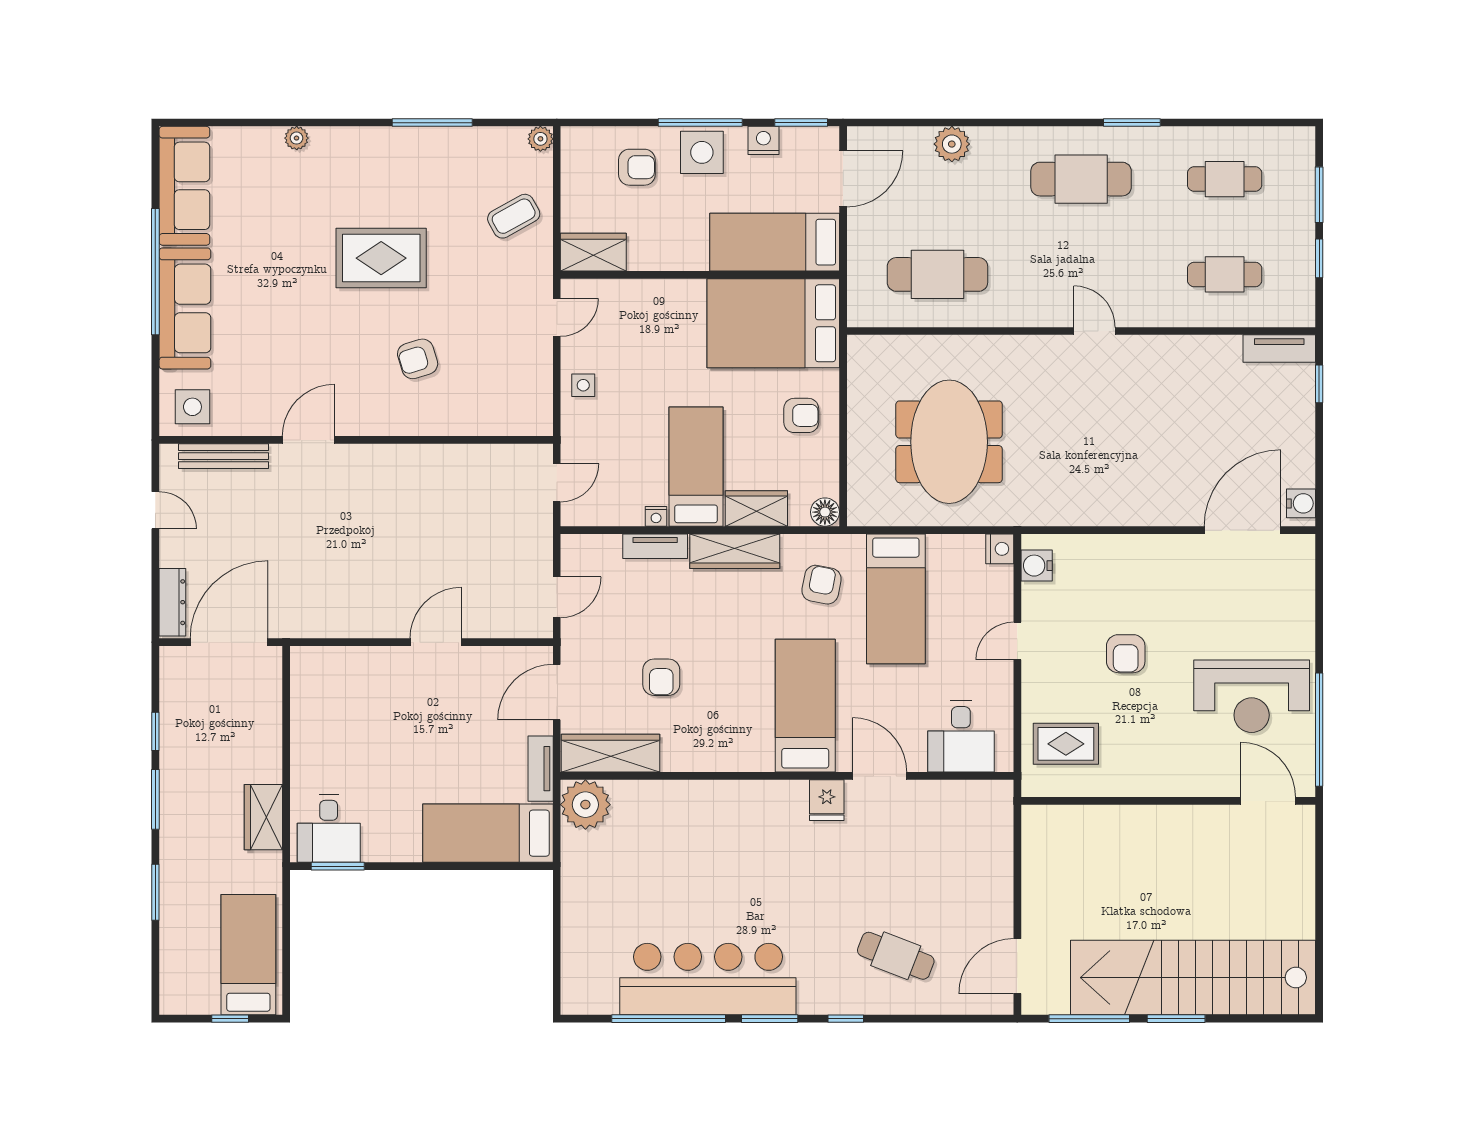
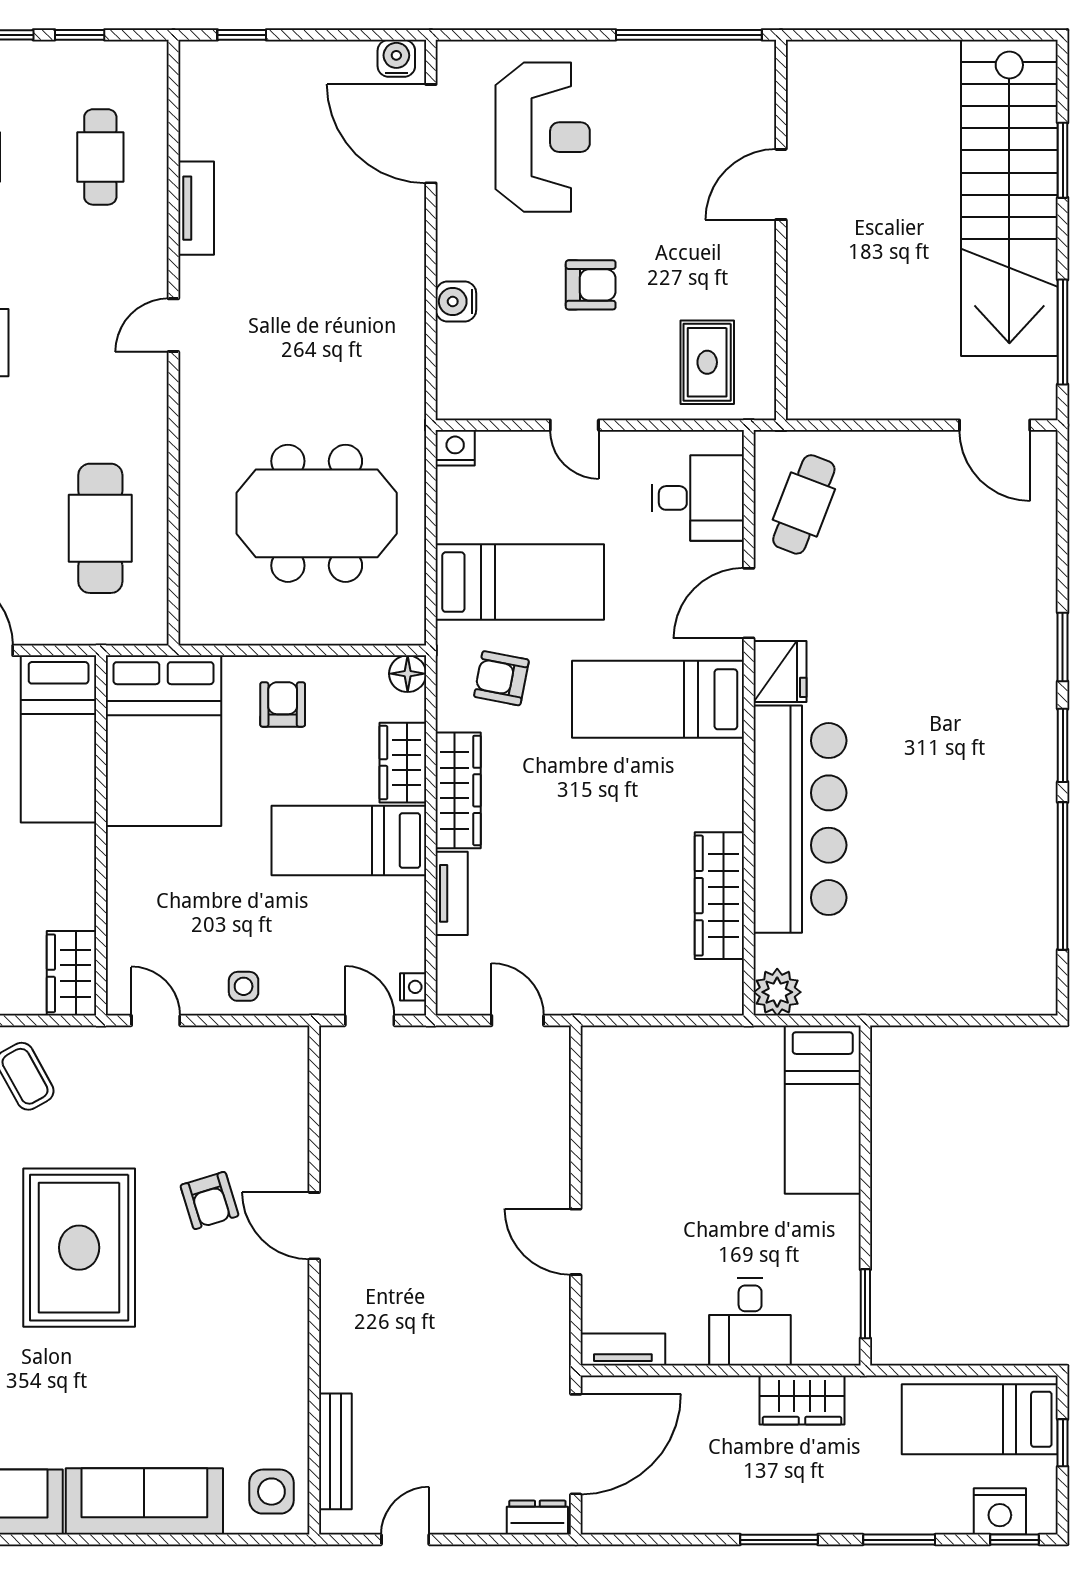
rug: (381, 258) -> (79, 1248), width x1.37, depth x1.44
window: (155, 272) -> (97, 1540), removed
tv unit: (1279, 349) -> (196, 208), moved
door: (308, 440) -> (314, 1226), moved
nightstand: (656, 516) -> (413, 987), moved
water cooler: (1037, 566) -> (456, 301), moved, turned 90
dresser: (172, 602) -> (537, 1518), width x0.70
door: (229, 642) -> (576, 1444), swing flipped
door: (436, 642) -> (576, 1242), moved
armchair: (661, 677) -> (621, 885), removed
door: (557, 692) -> (640, 1021), removed
reception desk: (1252, 696) -> (543, 137), moved
window: (155, 731) -> (1014, 1540), moved
wardrobe: (611, 753) -> (719, 896), moved
tv unit: (541, 769) -> (623, 1350), moved, turned 180
fridge: (827, 800) -> (780, 671), width x1.38
door: (1268, 801) -> (781, 184), moved
plant: (585, 805) -> (777, 992), width x0.73, depth x0.73
desk: (329, 829) -> (750, 1322), moved, turned 90
cafe table: (896, 956) -> (804, 504), moved
nightstand: (177, 970) -> (1000, 1511), added
bar counter: (708, 979) -> (800, 819), moved, turned 180
window: (846, 1019) -> (1063, 647), width x1.50
window: (1176, 1019) -> (1063, 160), moved

